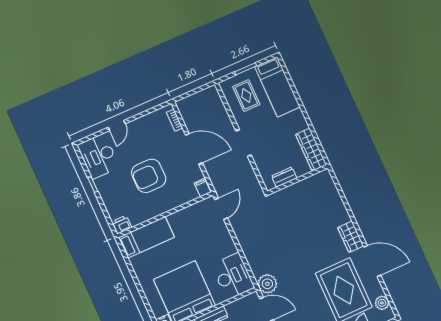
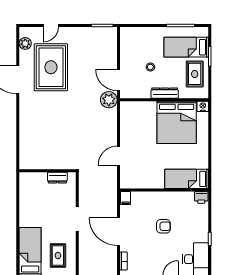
wardrobe: (311, 150) -> (26, 190), removed
armchair: (149, 176) -> (163, 226), width x0.53, depth x0.53
door: (221, 209) -> (118, 156), moved
wardrobe: (351, 237) -> (26, 107), removed
desk: (233, 276) -> (133, 118), removed

